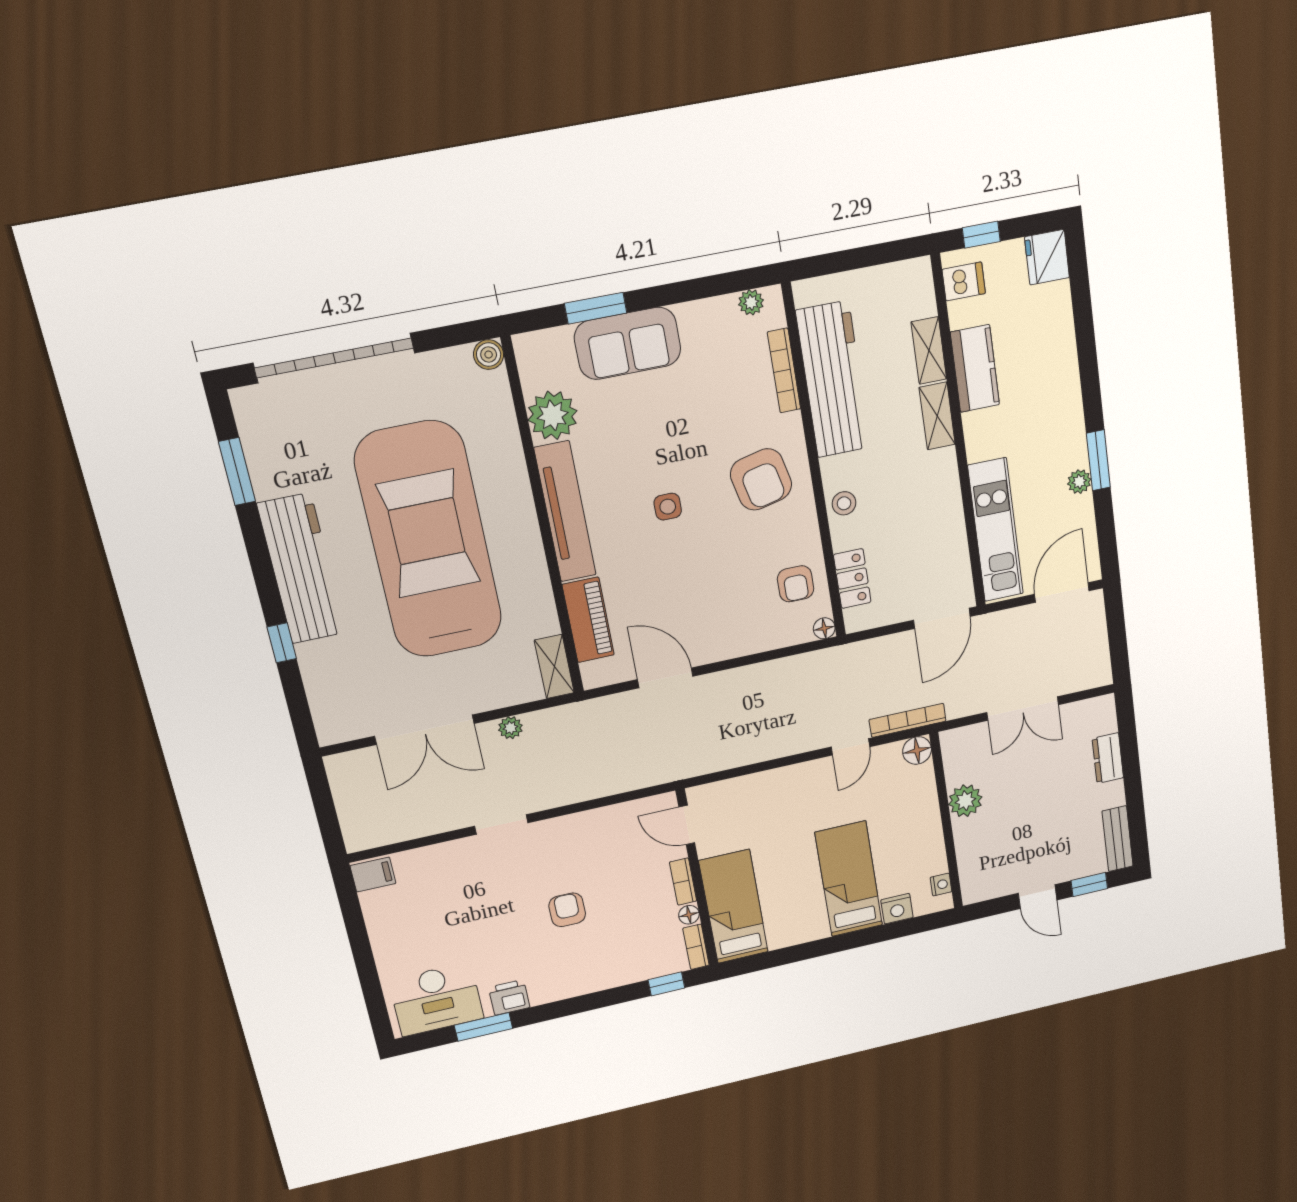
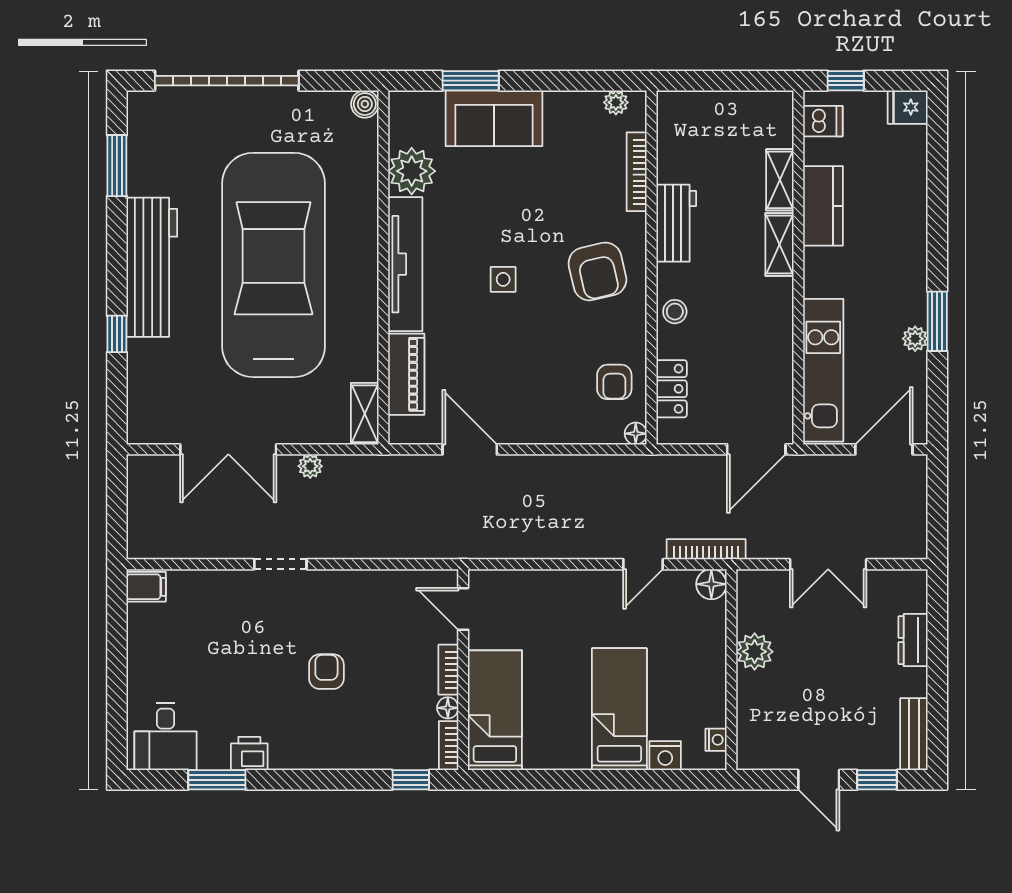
fridge: (1047, 257) -> (908, 107), width x0.72
workbench: (833, 380) -> (676, 223), width x0.53, depth x0.76
desk: (436, 999) -> (165, 737), width x0.73

